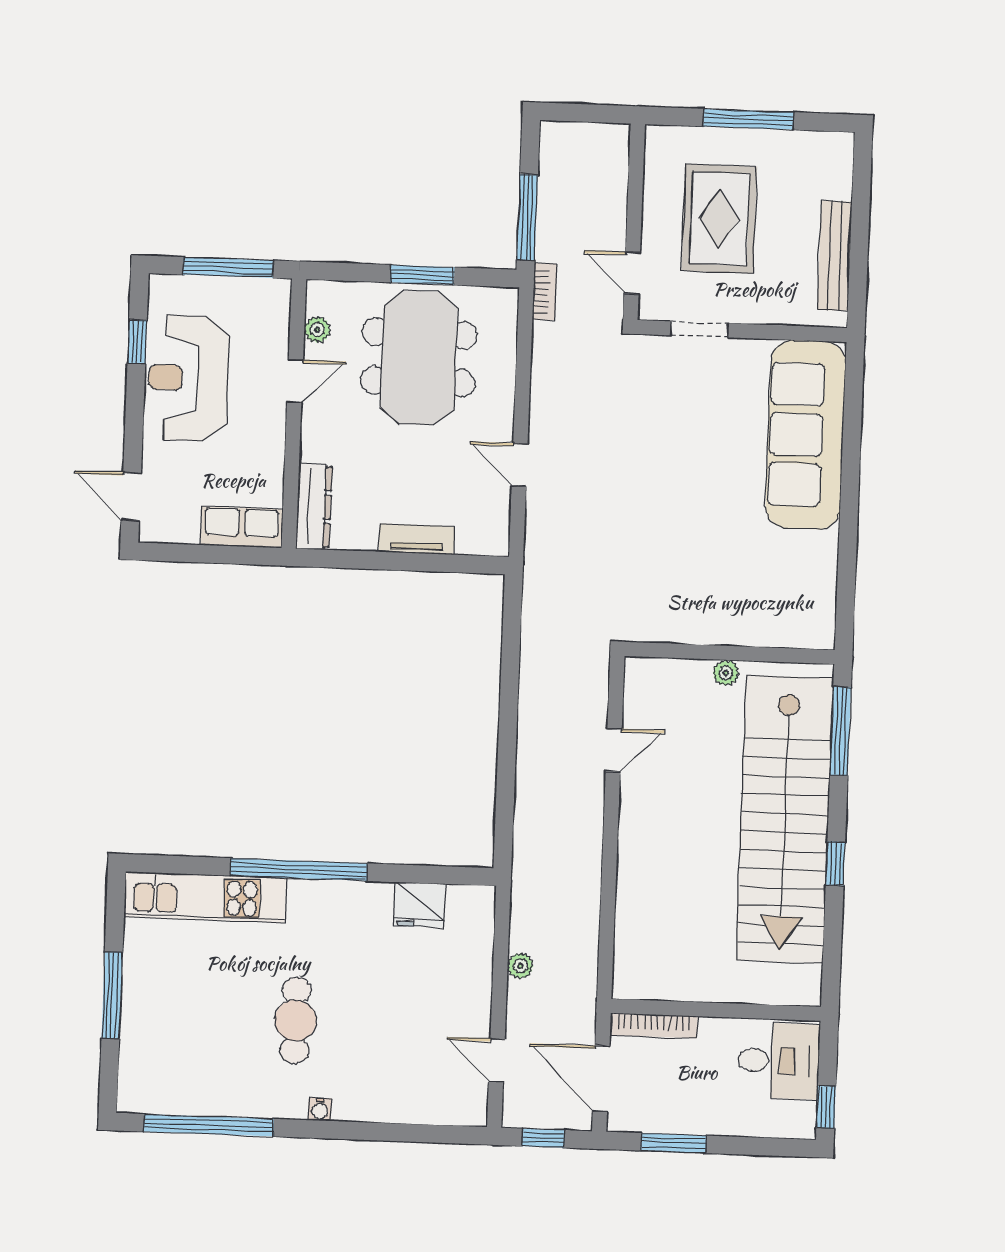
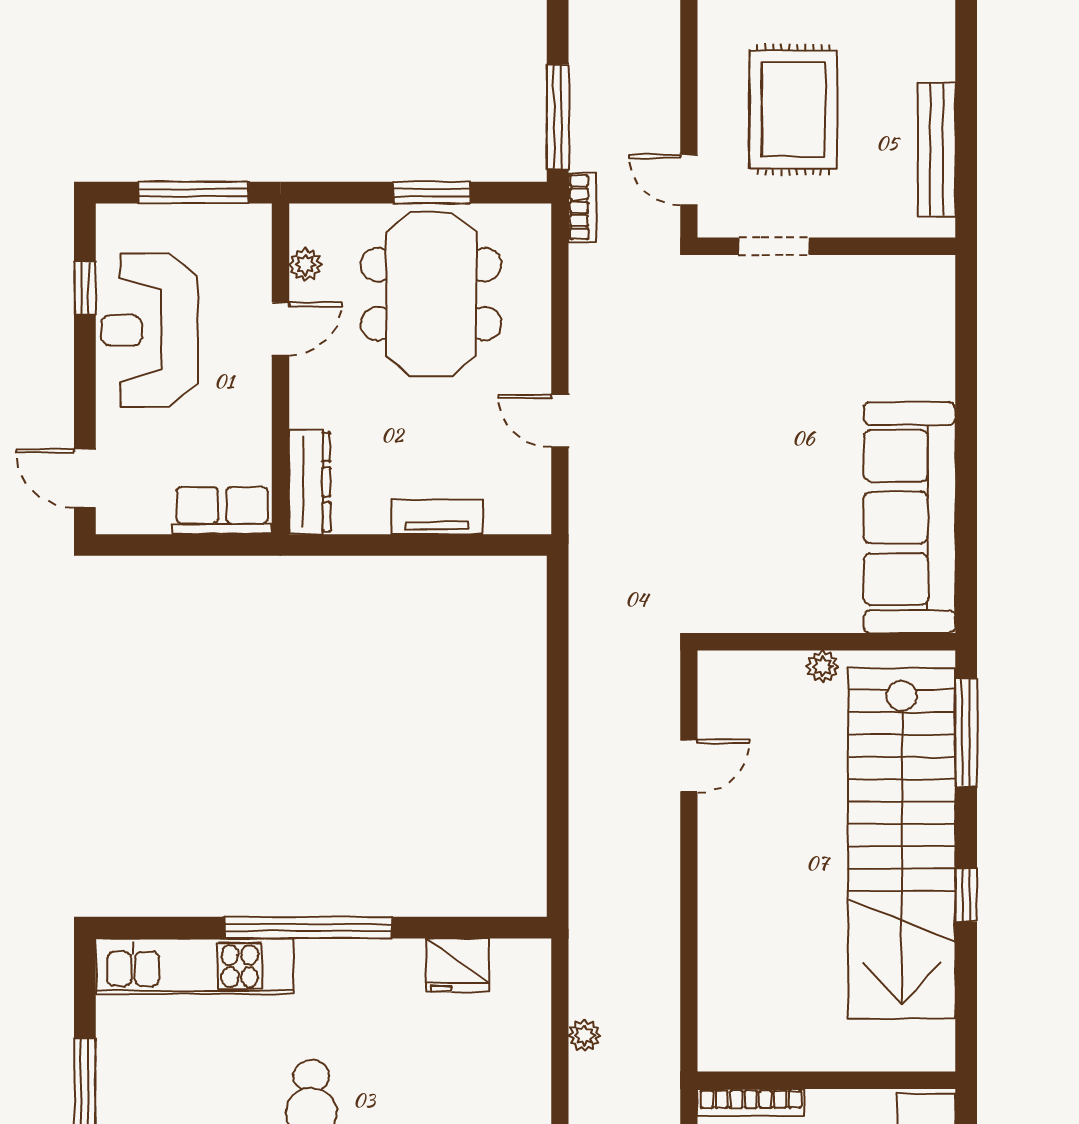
sofa: (806, 435) -> (909, 518), moved

